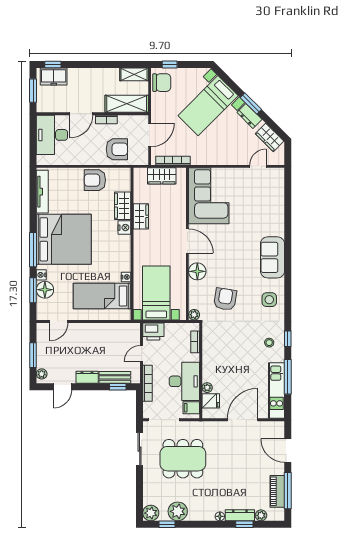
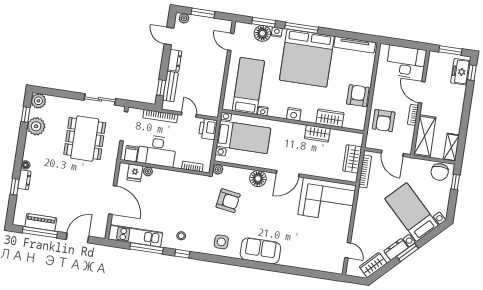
nightstand: (124, 228) -> (294, 114), moved
dresser: (240, 515) -> (24, 180), width x0.70
plant: (261, 515) -> (21, 204), removed

